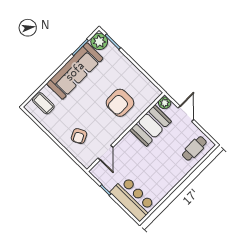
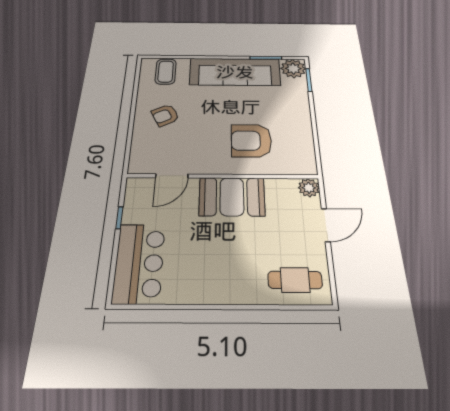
booth: (151, 126) -> (232, 197), moved
armchair: (79, 136) -> (165, 115), moved

